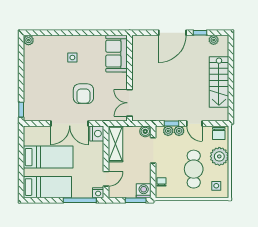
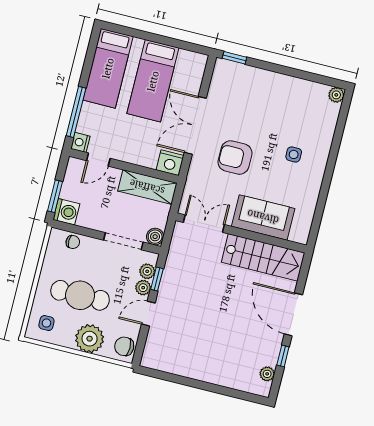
sofa: (117, 54) -> (263, 217), moved
stairs: (219, 82) -> (263, 257), moved, turned 180
door: (106, 179) -> (98, 160), hinge flipped

